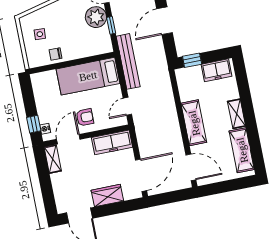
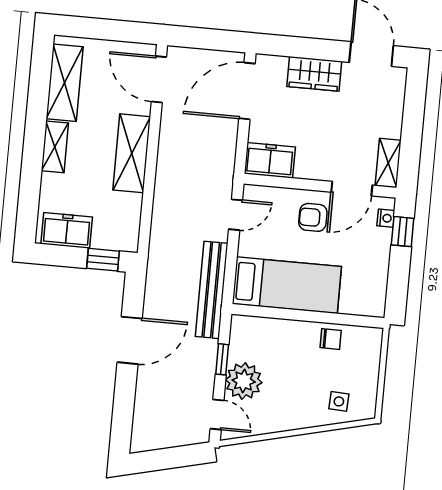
side table: (40, 34) -> (339, 401), moved
freezer: (112, 142) -> (270, 160), width x0.71

